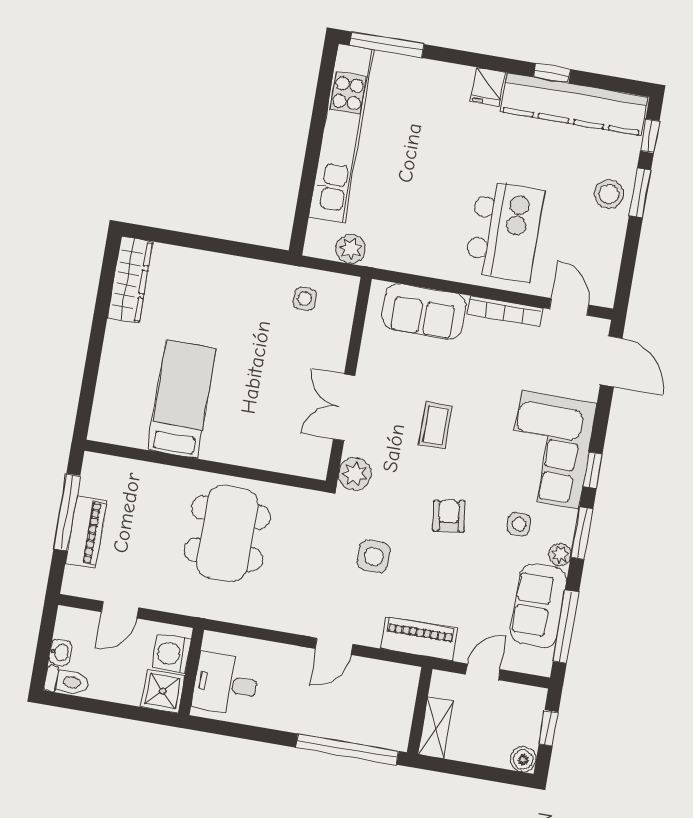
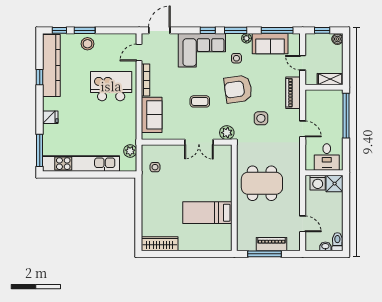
fridge: (488, 87) -> (50, 117), moved
armchair: (449, 516) -> (238, 89), width x1.88, depth x1.88
washing machine: (171, 654) -> (318, 183), moved
wall: (191, 672) -> (324, 173), moved
desk: (226, 684) -> (327, 157), moved
shower: (163, 691) -> (335, 184), moved

